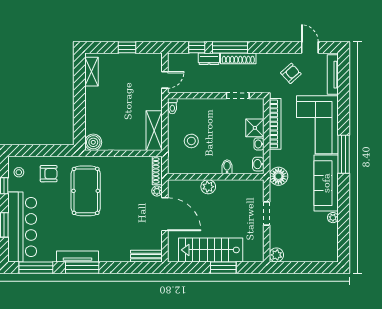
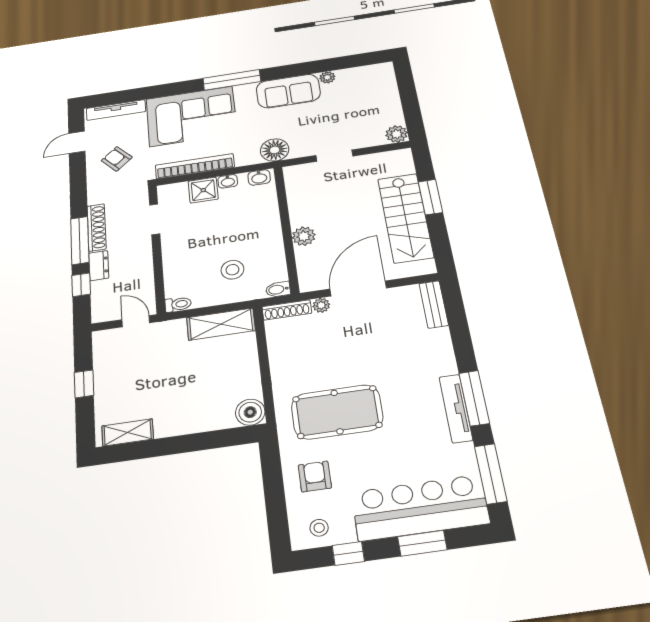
bidet: (227, 167) -> (278, 289), moved
sofa: (326, 183) -> (288, 91), width x0.73

